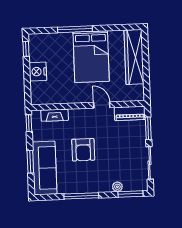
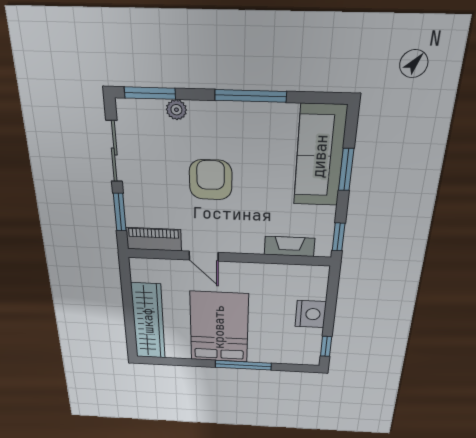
armchair: (83, 150) -> (211, 180), moved

